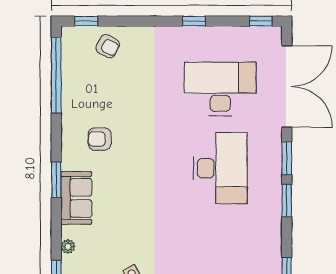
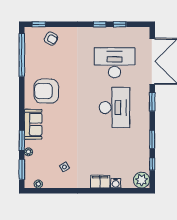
window: (261, 21) -> (120, 24), moved
armchair: (100, 139) -> (46, 91), width x1.88, depth x1.88
window: (56, 180) -> (22, 140), moved
window: (287, 200) -> (152, 139), moved

